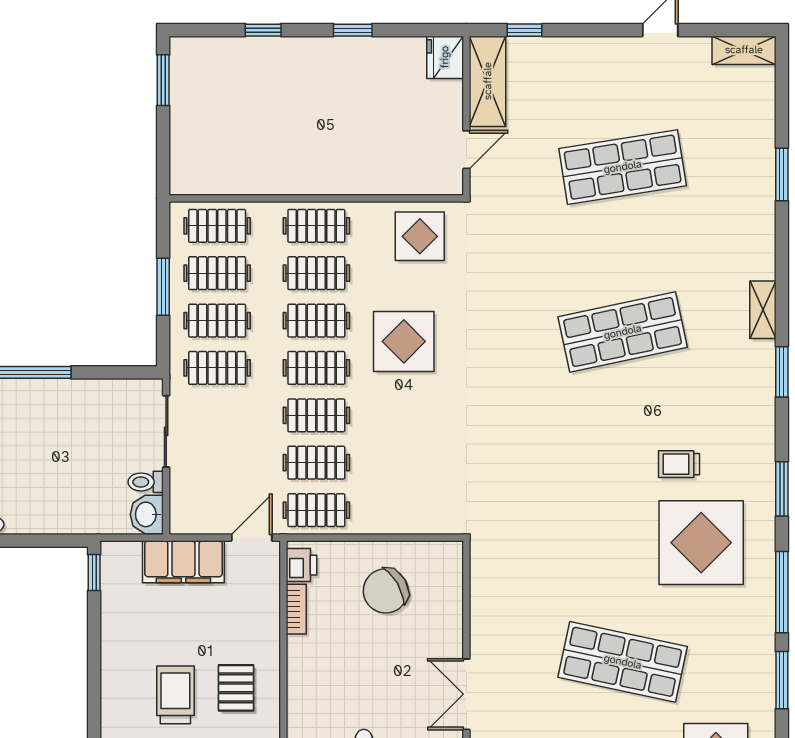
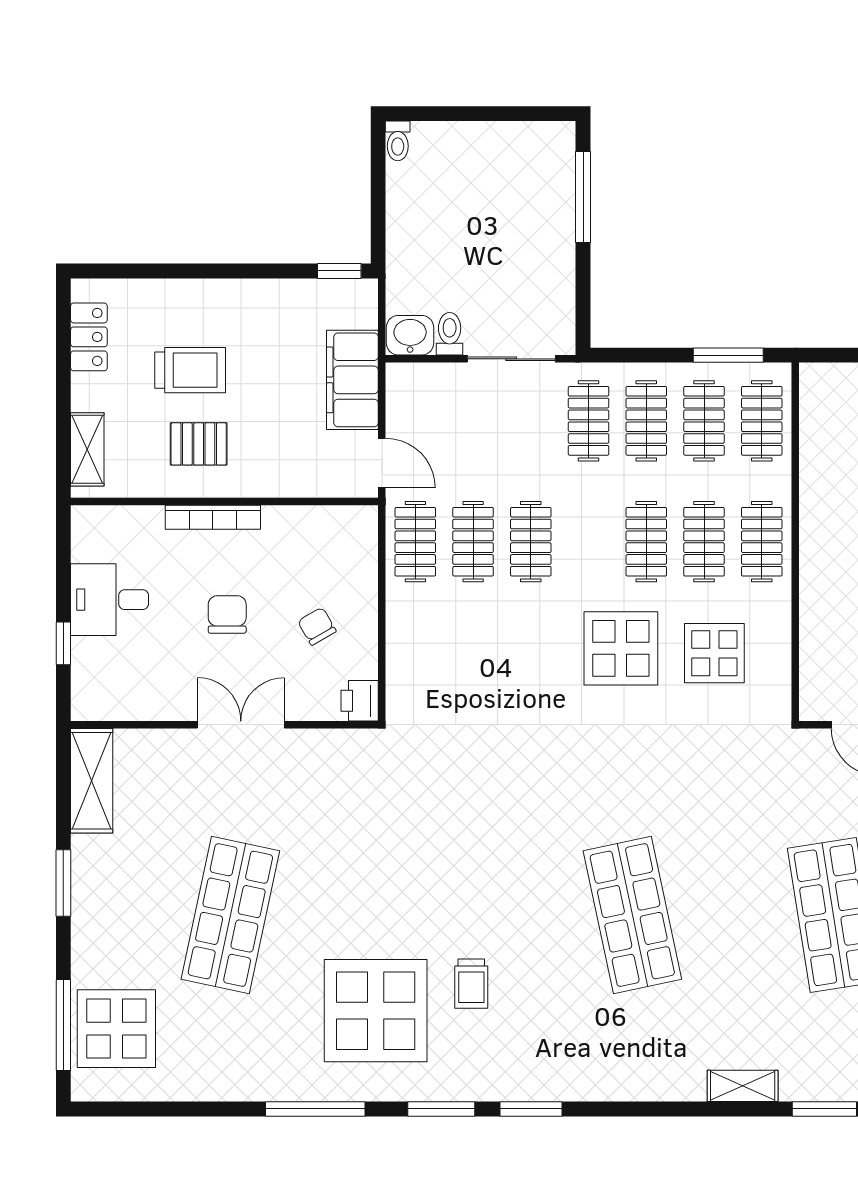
display table: (420, 236) -> (714, 653), moved
window: (163, 287) -> (728, 355), moved
shelving: (763, 310) -> (743, 1086), moved
clothes rail: (316, 368) -> (589, 542), removed
window: (782, 372) -> (531, 1109), moved
trolley: (679, 464) -> (471, 984), turned 180
printer: (301, 565) -> (360, 701), moved, turned 90
chair: (386, 591) -> (317, 626), width x0.54, depth x0.54
bookcase: (296, 609) -> (213, 517), moved, width x1.56
chair: (376, 664) -> (227, 614), added
window: (782, 680) -> (208, 1109), removed
double door: (466, 694) -> (241, 725), moved

